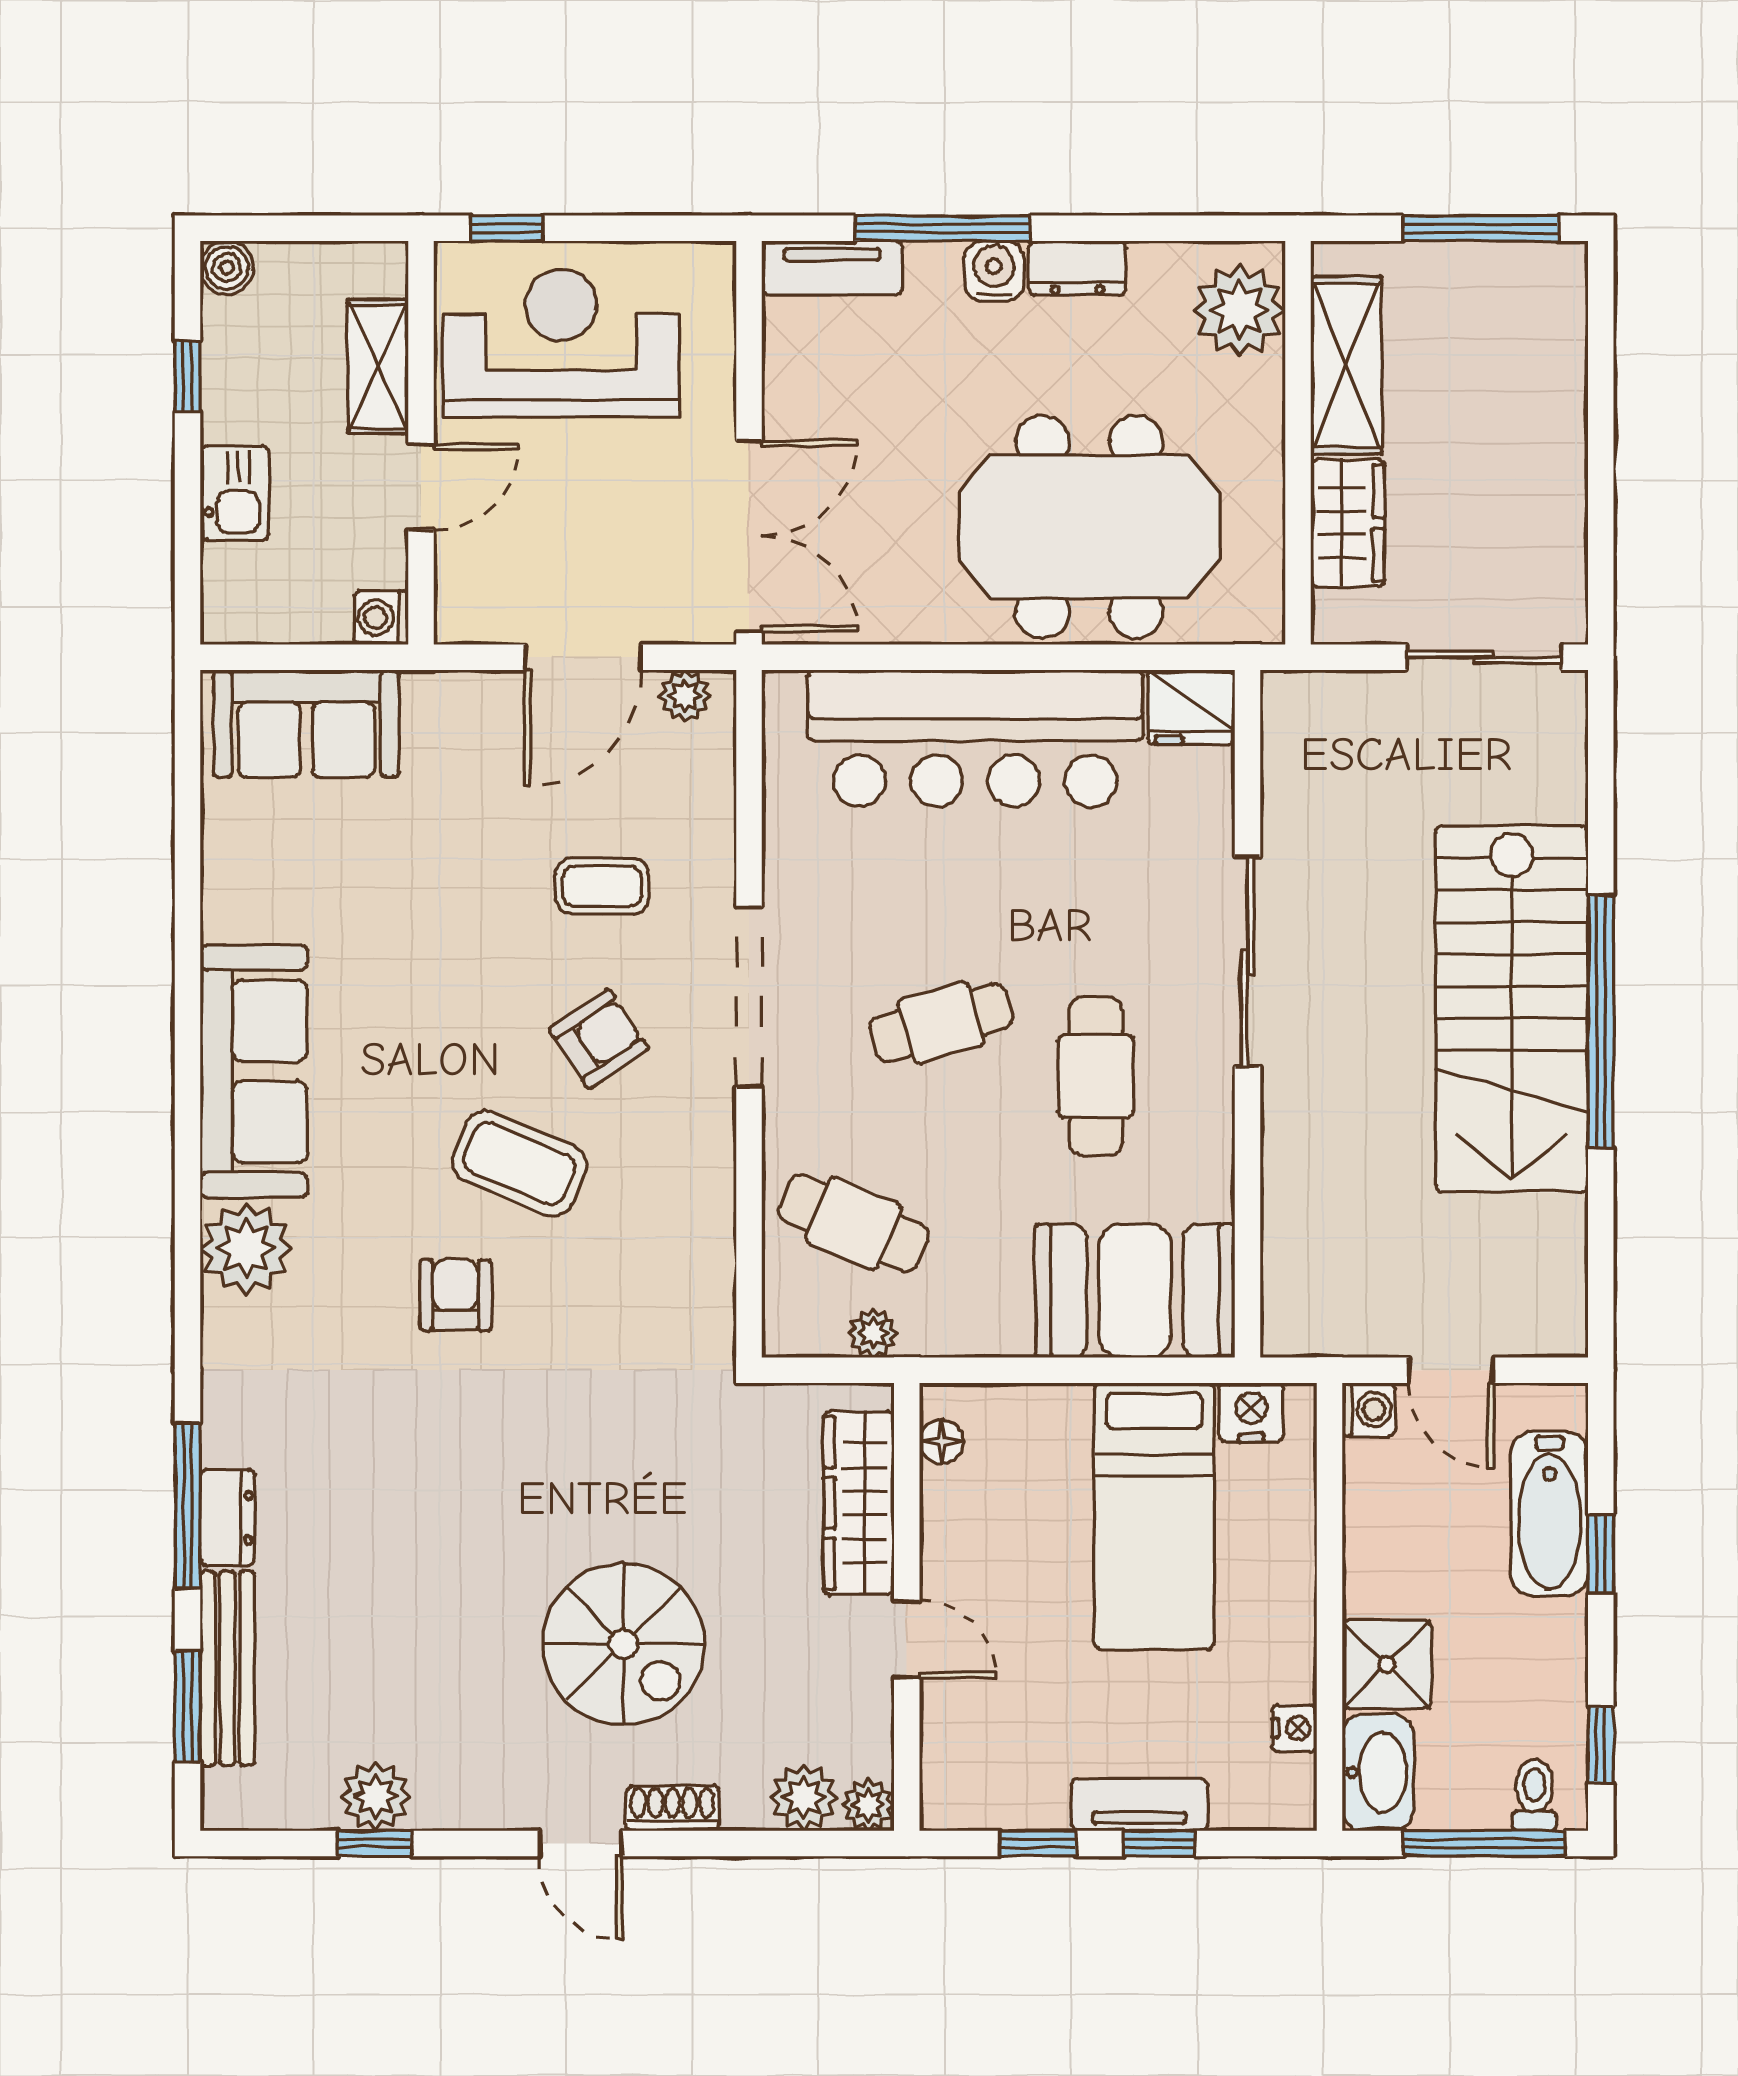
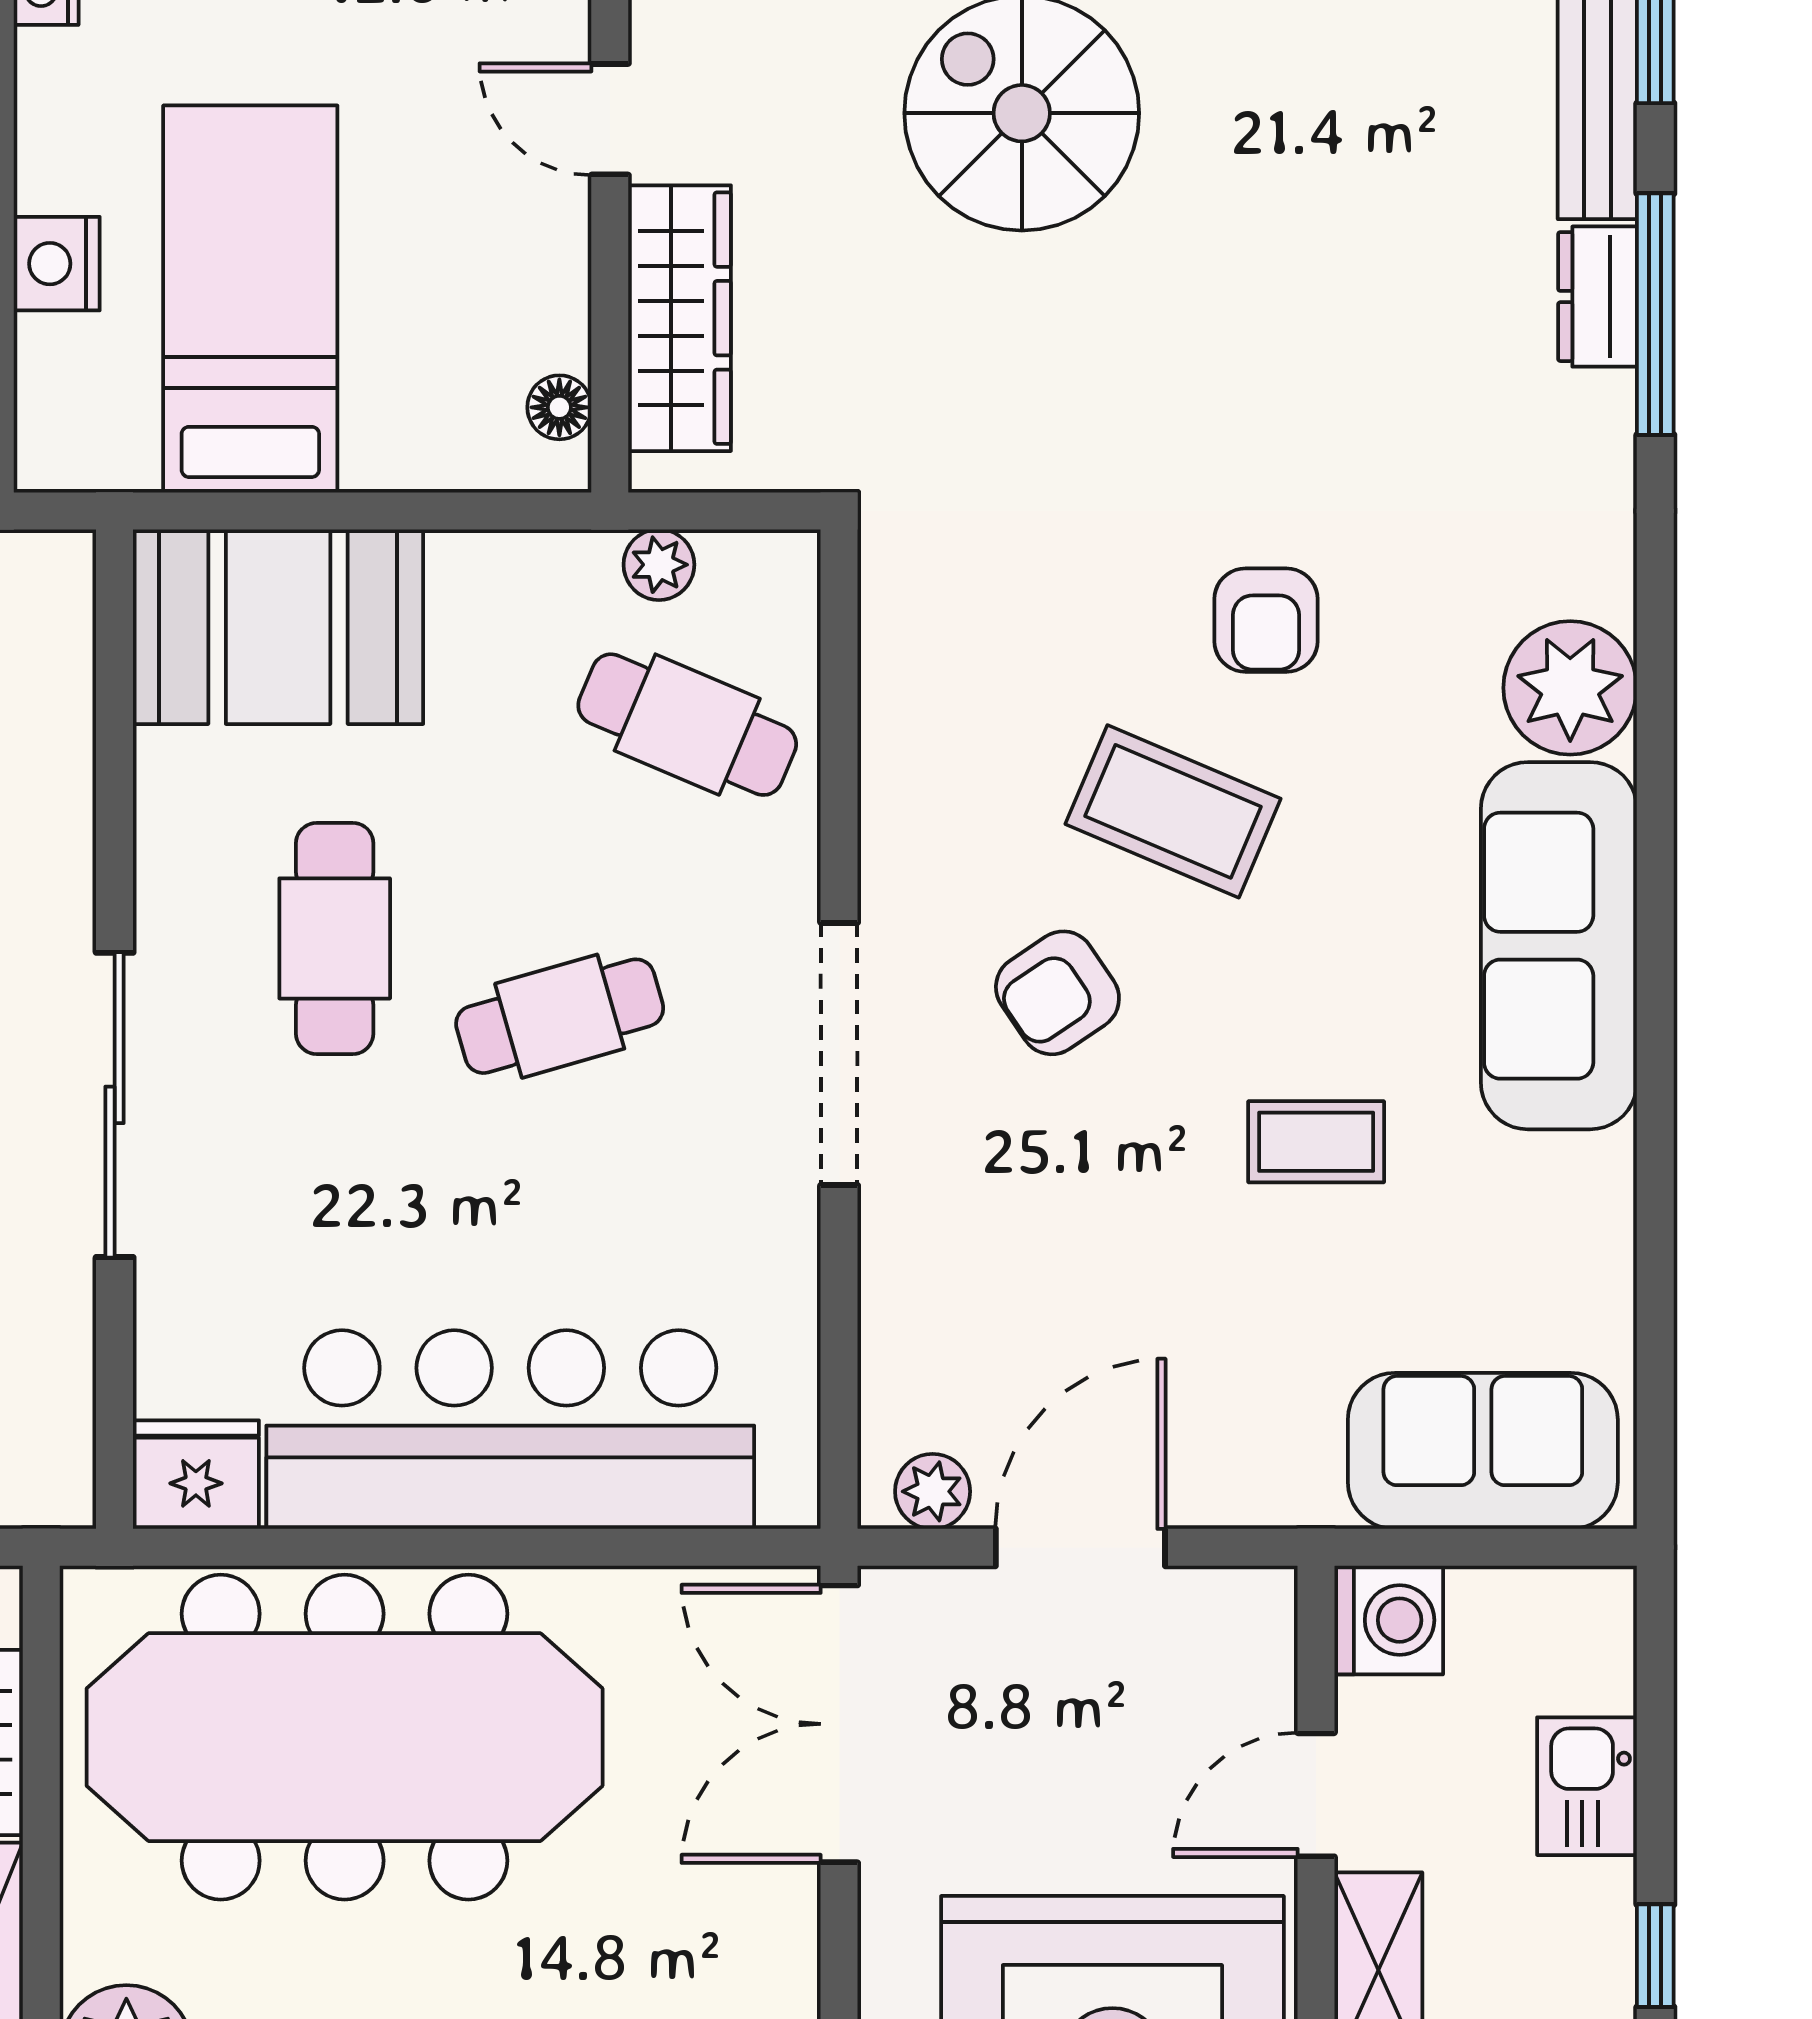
meeting table: (1089, 527) -> (345, 1737), width x1.36
washing machine: (381, 618) -> (1389, 1620), width x1.38, depth x1.38
coffee table: (602, 886) -> (1316, 1142), moved
nightstand: (1251, 1412) -> (57, 264), moved, turned 90

